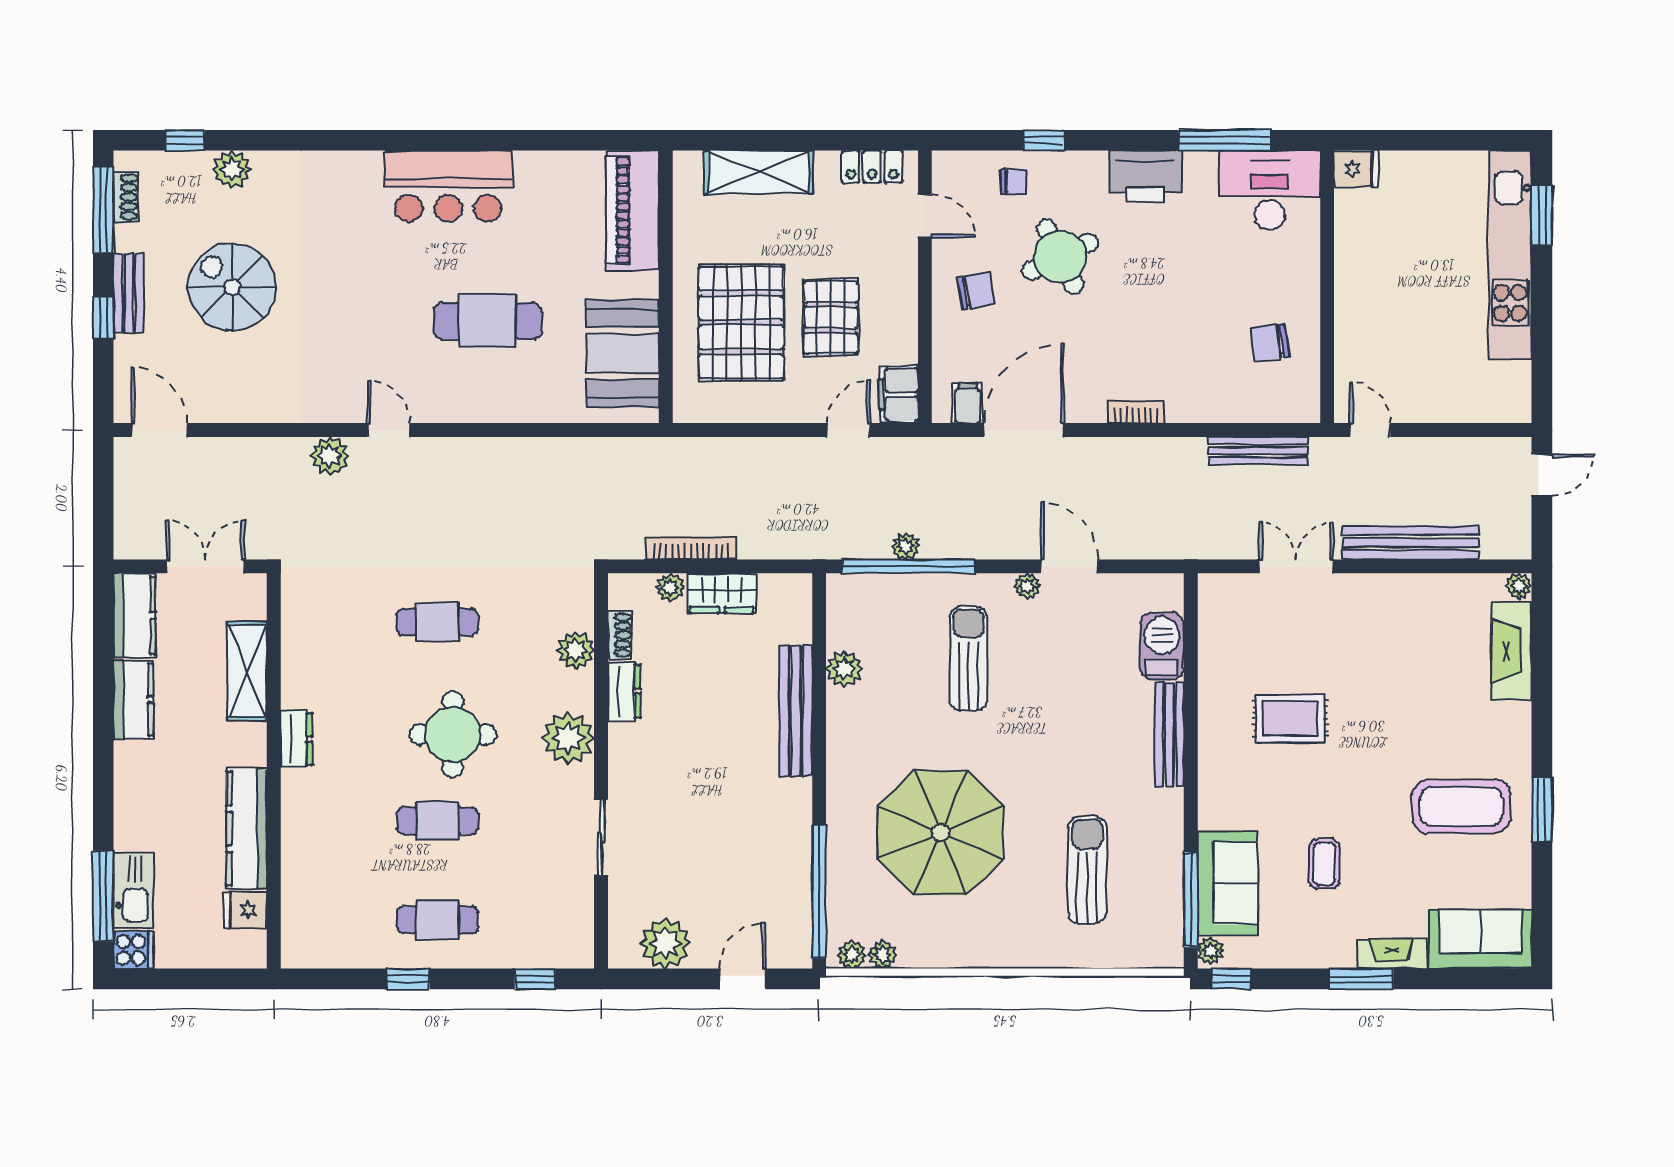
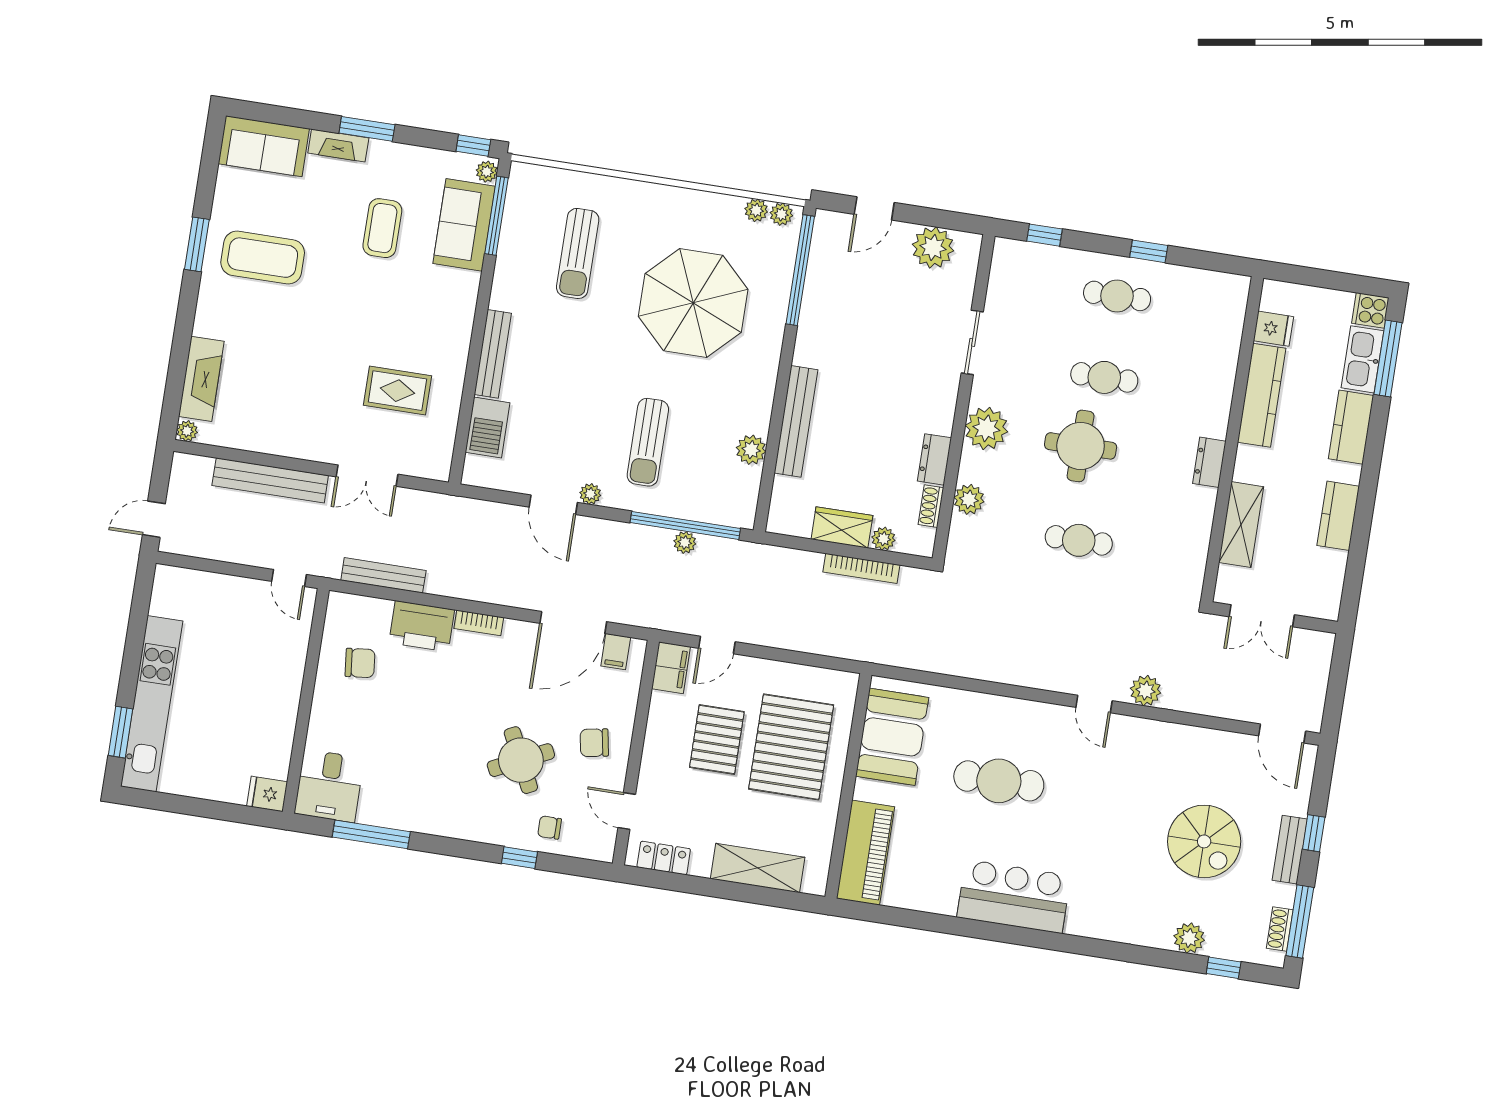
printer: (1145, 176) -> (422, 626), moved, turned 180
desk: (1270, 190) -> (329, 786), width x0.73
kitchen counter: (135, 615) -> (1351, 427), moved
rug: (1290, 719) -> (397, 391), moved
coffee table: (1324, 864) -> (382, 228), width x1.36, depth x1.30

